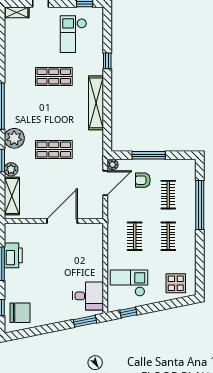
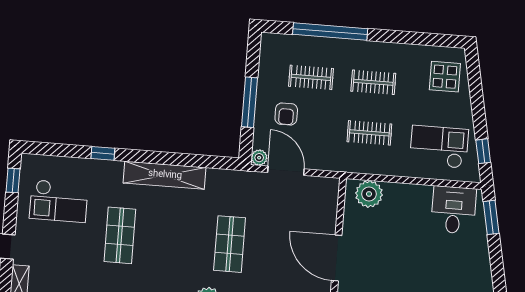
door: (62, 221) -> (337, 258), moved
plant: (94, 239) -> (369, 194), added
checkout: (129, 283) -> (439, 147), turned 90

